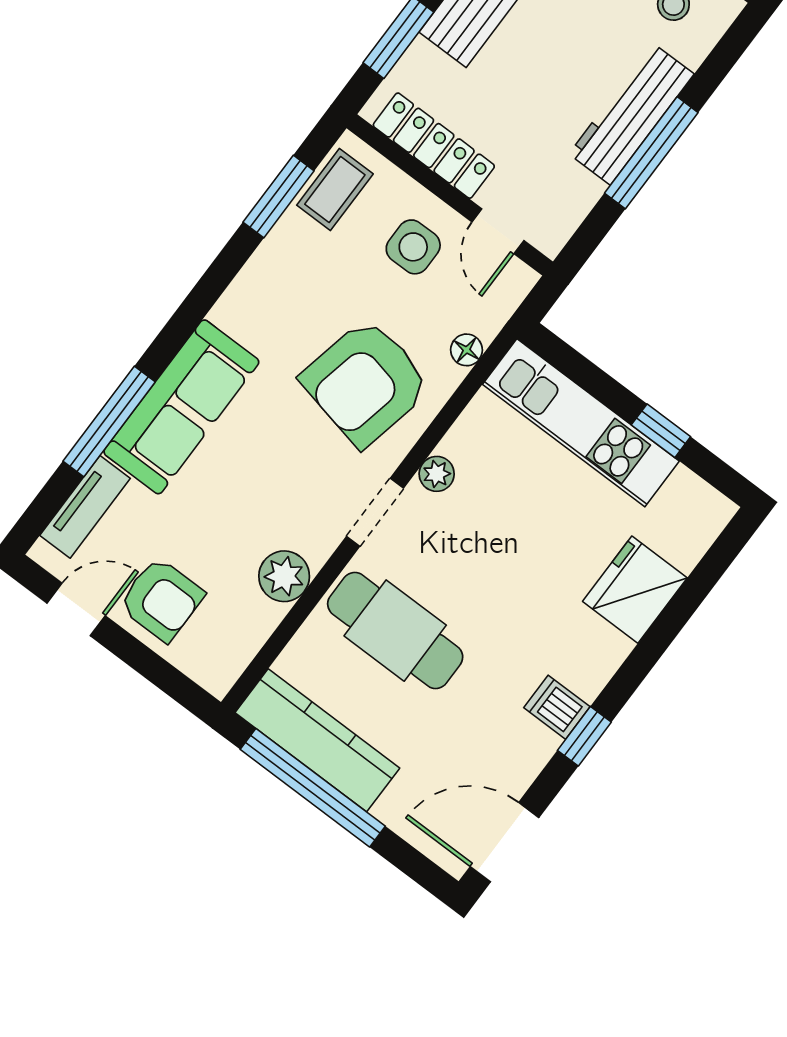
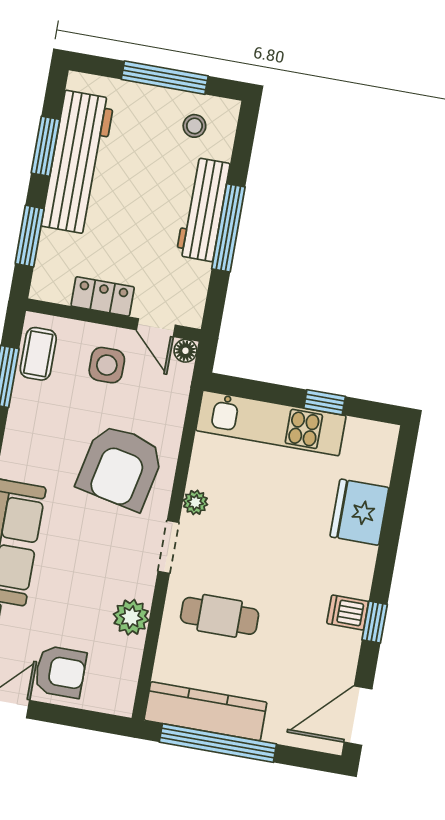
locker: (434, 146) -> (103, 296), width x0.66
floor lamp: (467, 350) -> (185, 351), moved
cafe table: (395, 631) -> (220, 616), width x0.73, depth x0.74

